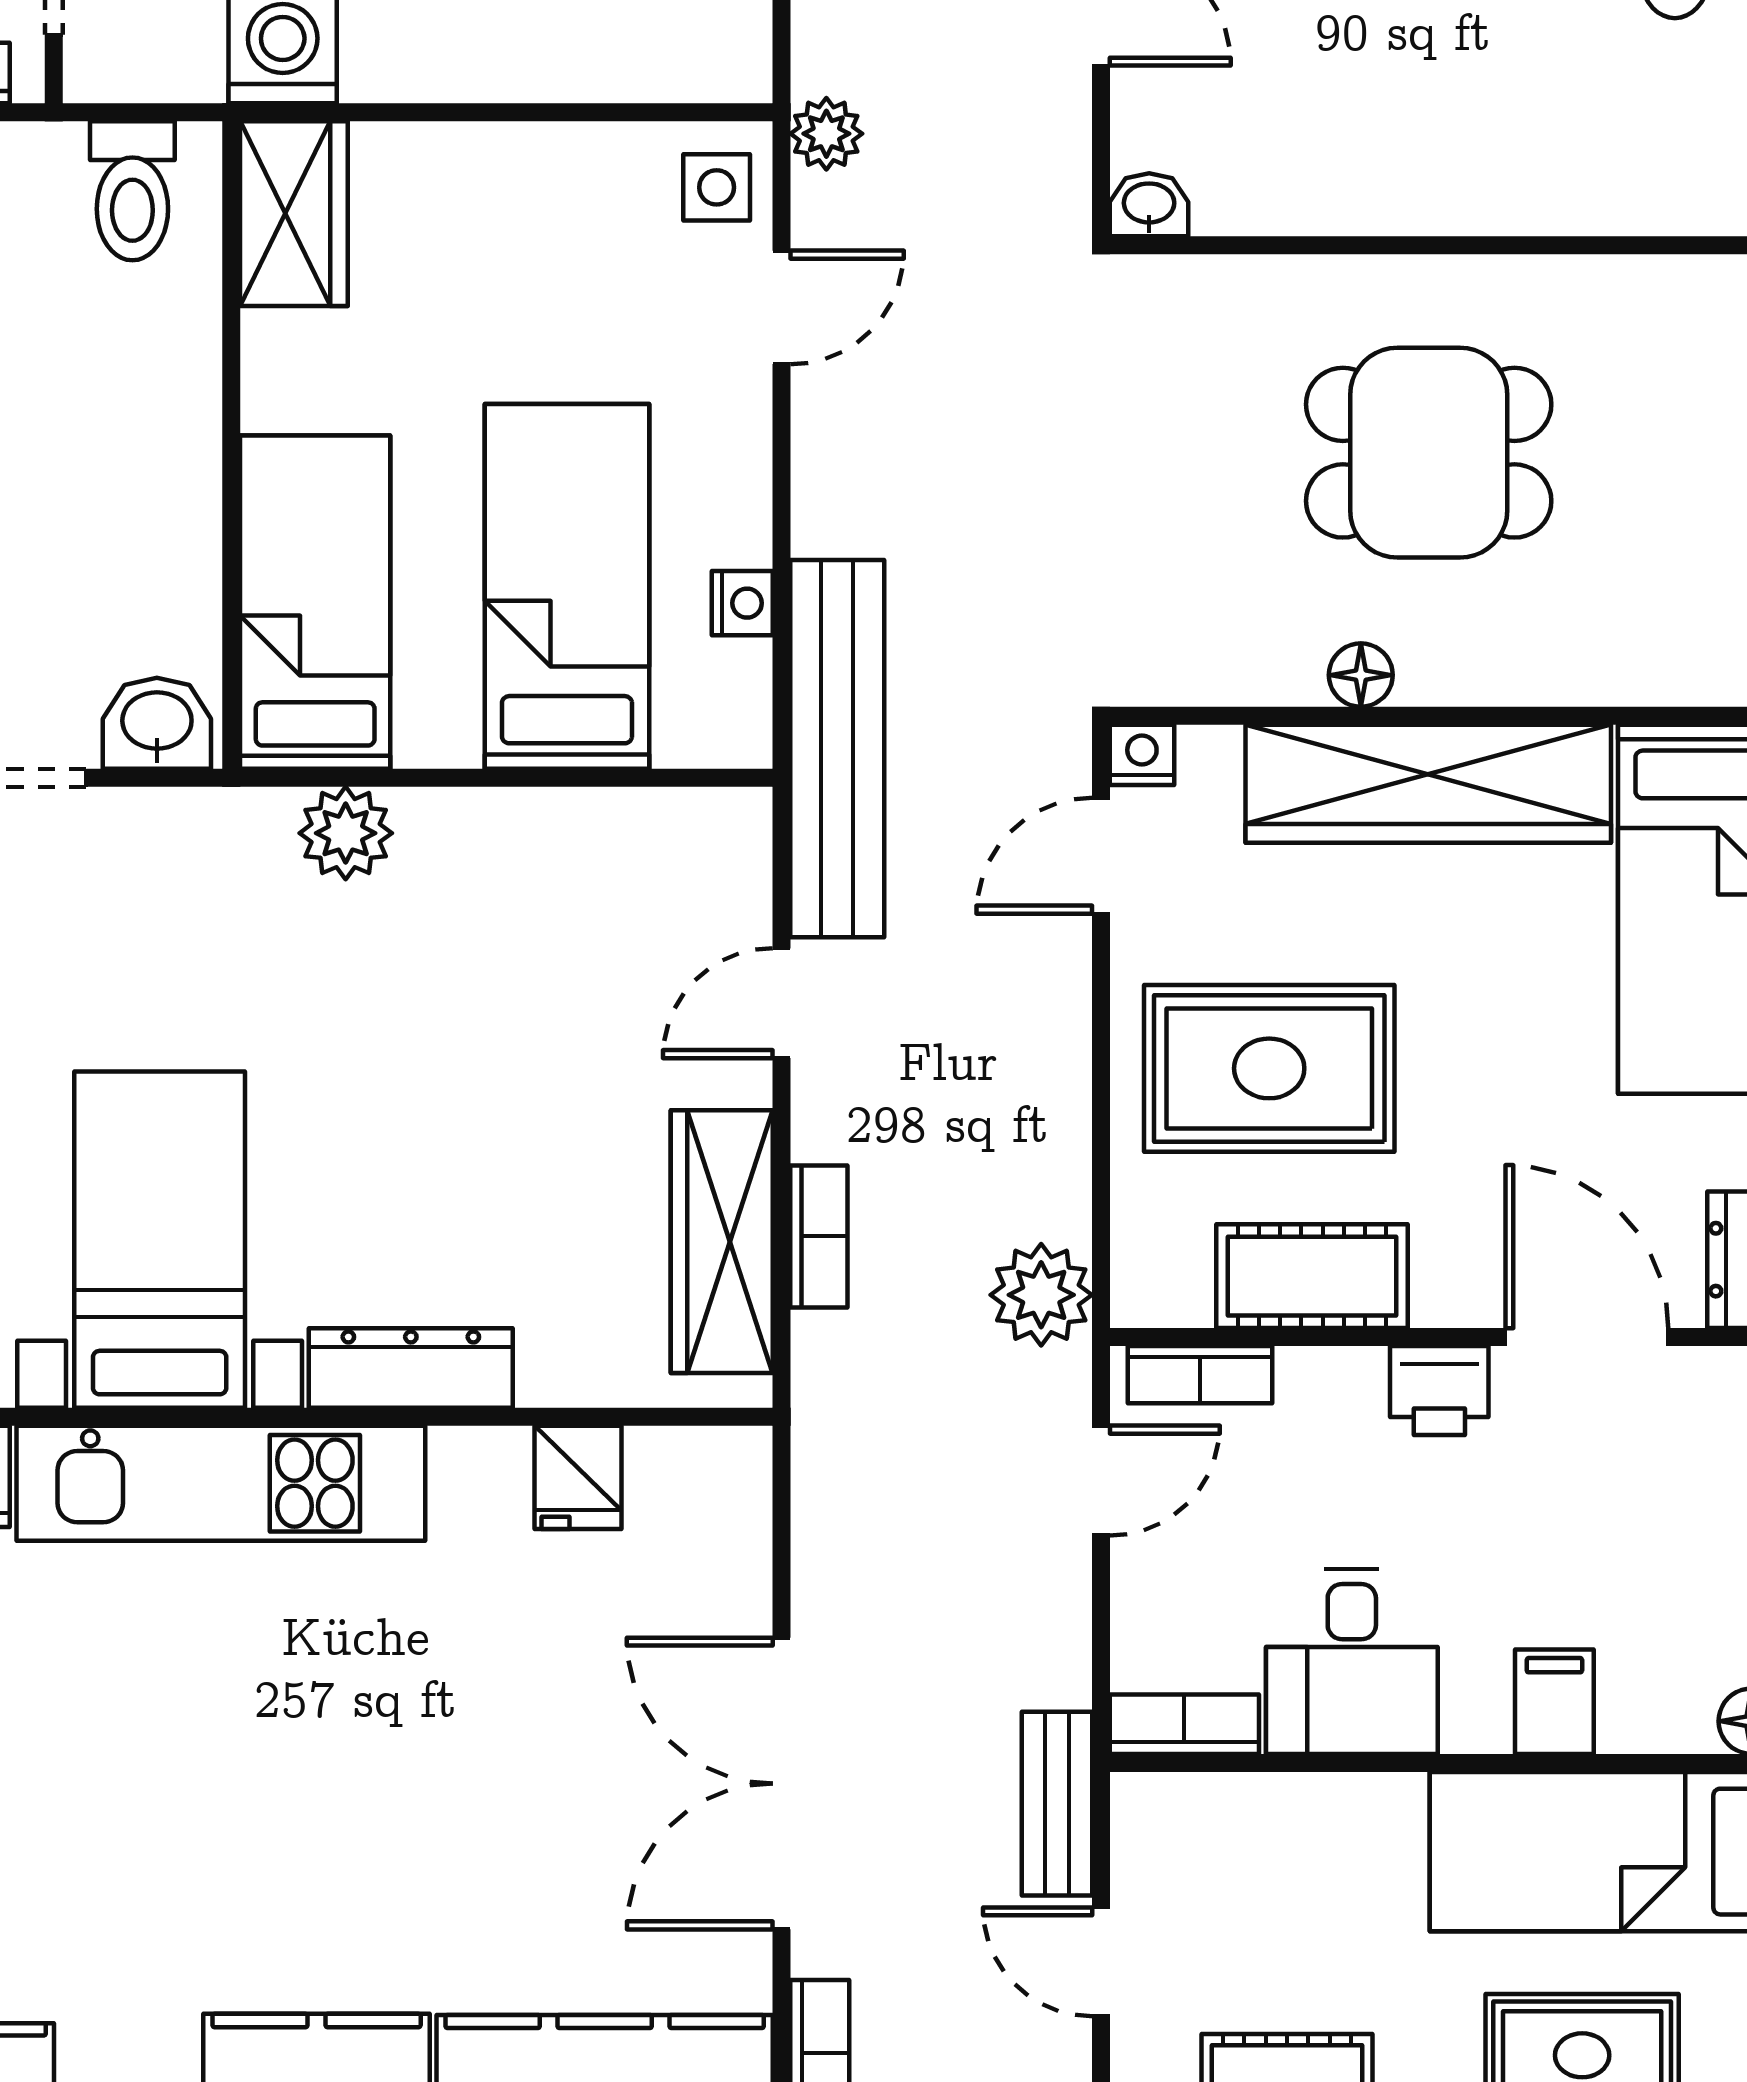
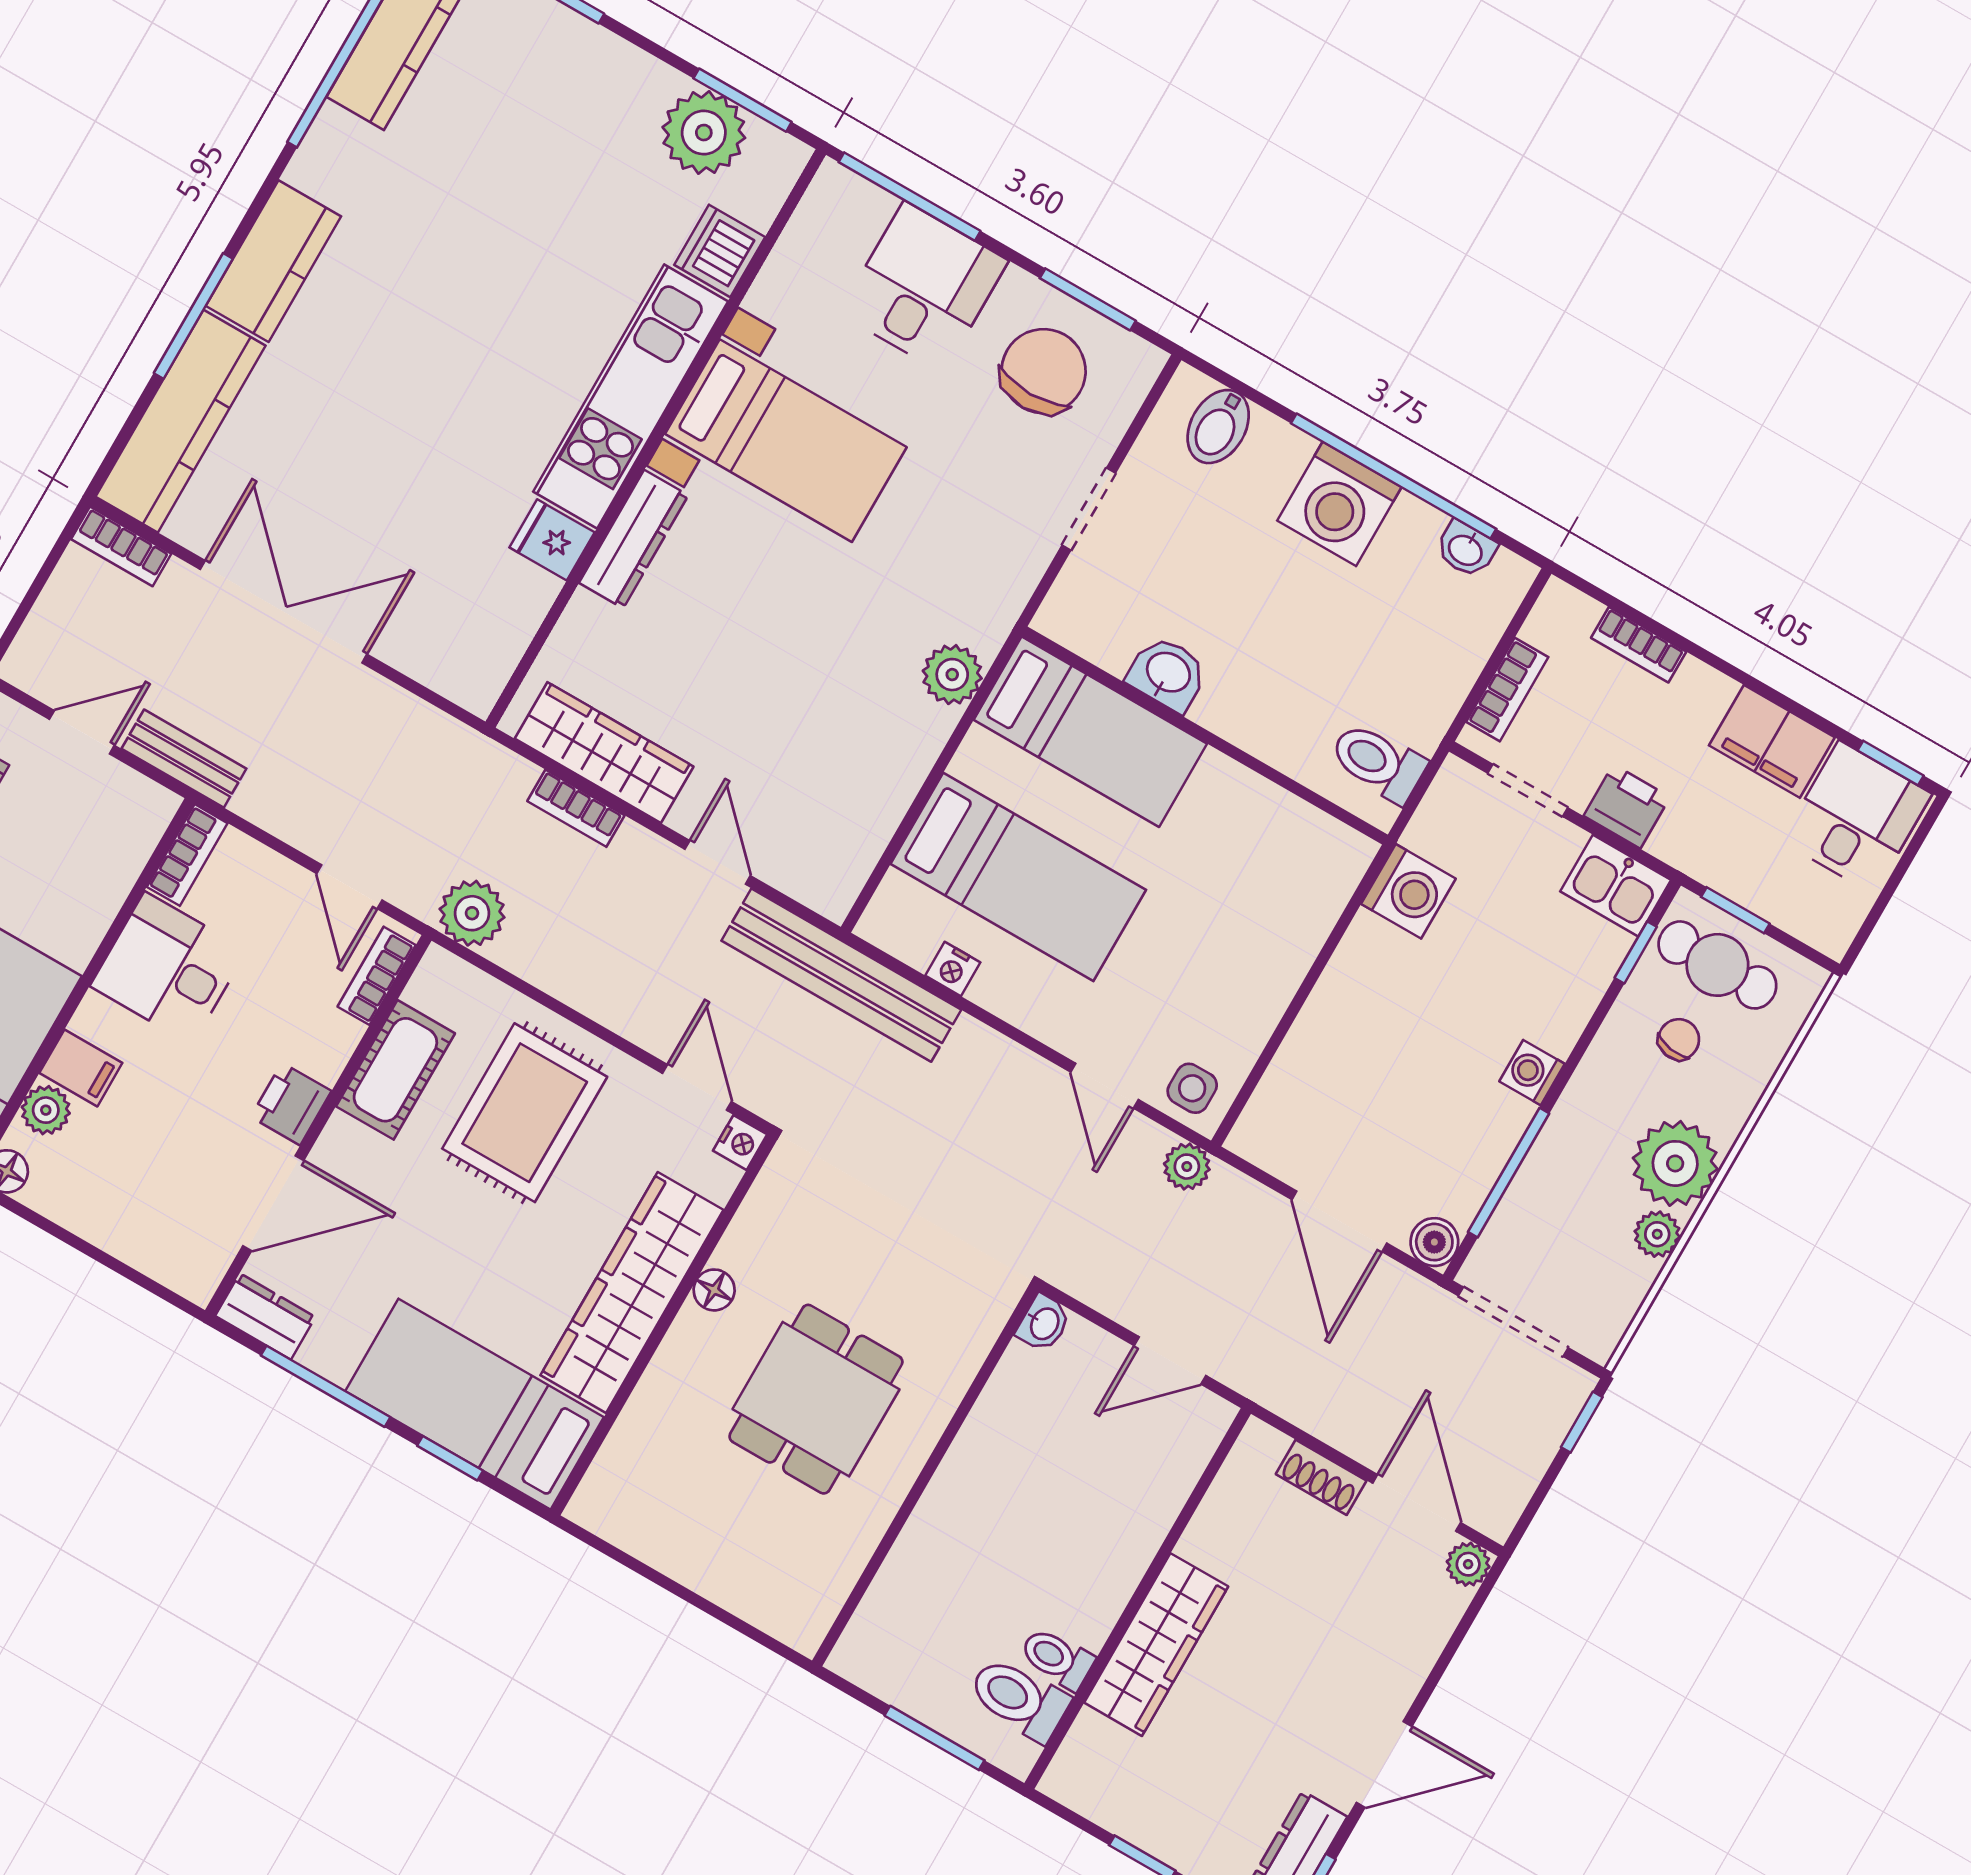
wardrobe: (294, 214) -> (1313, 845), removed
washbasin: (157, 723) -> (1168, 674), moved, turned -90
fridge: (578, 1477) -> (552, 540), moved
plant: (1639, 1716) -> (46, 1110), added

